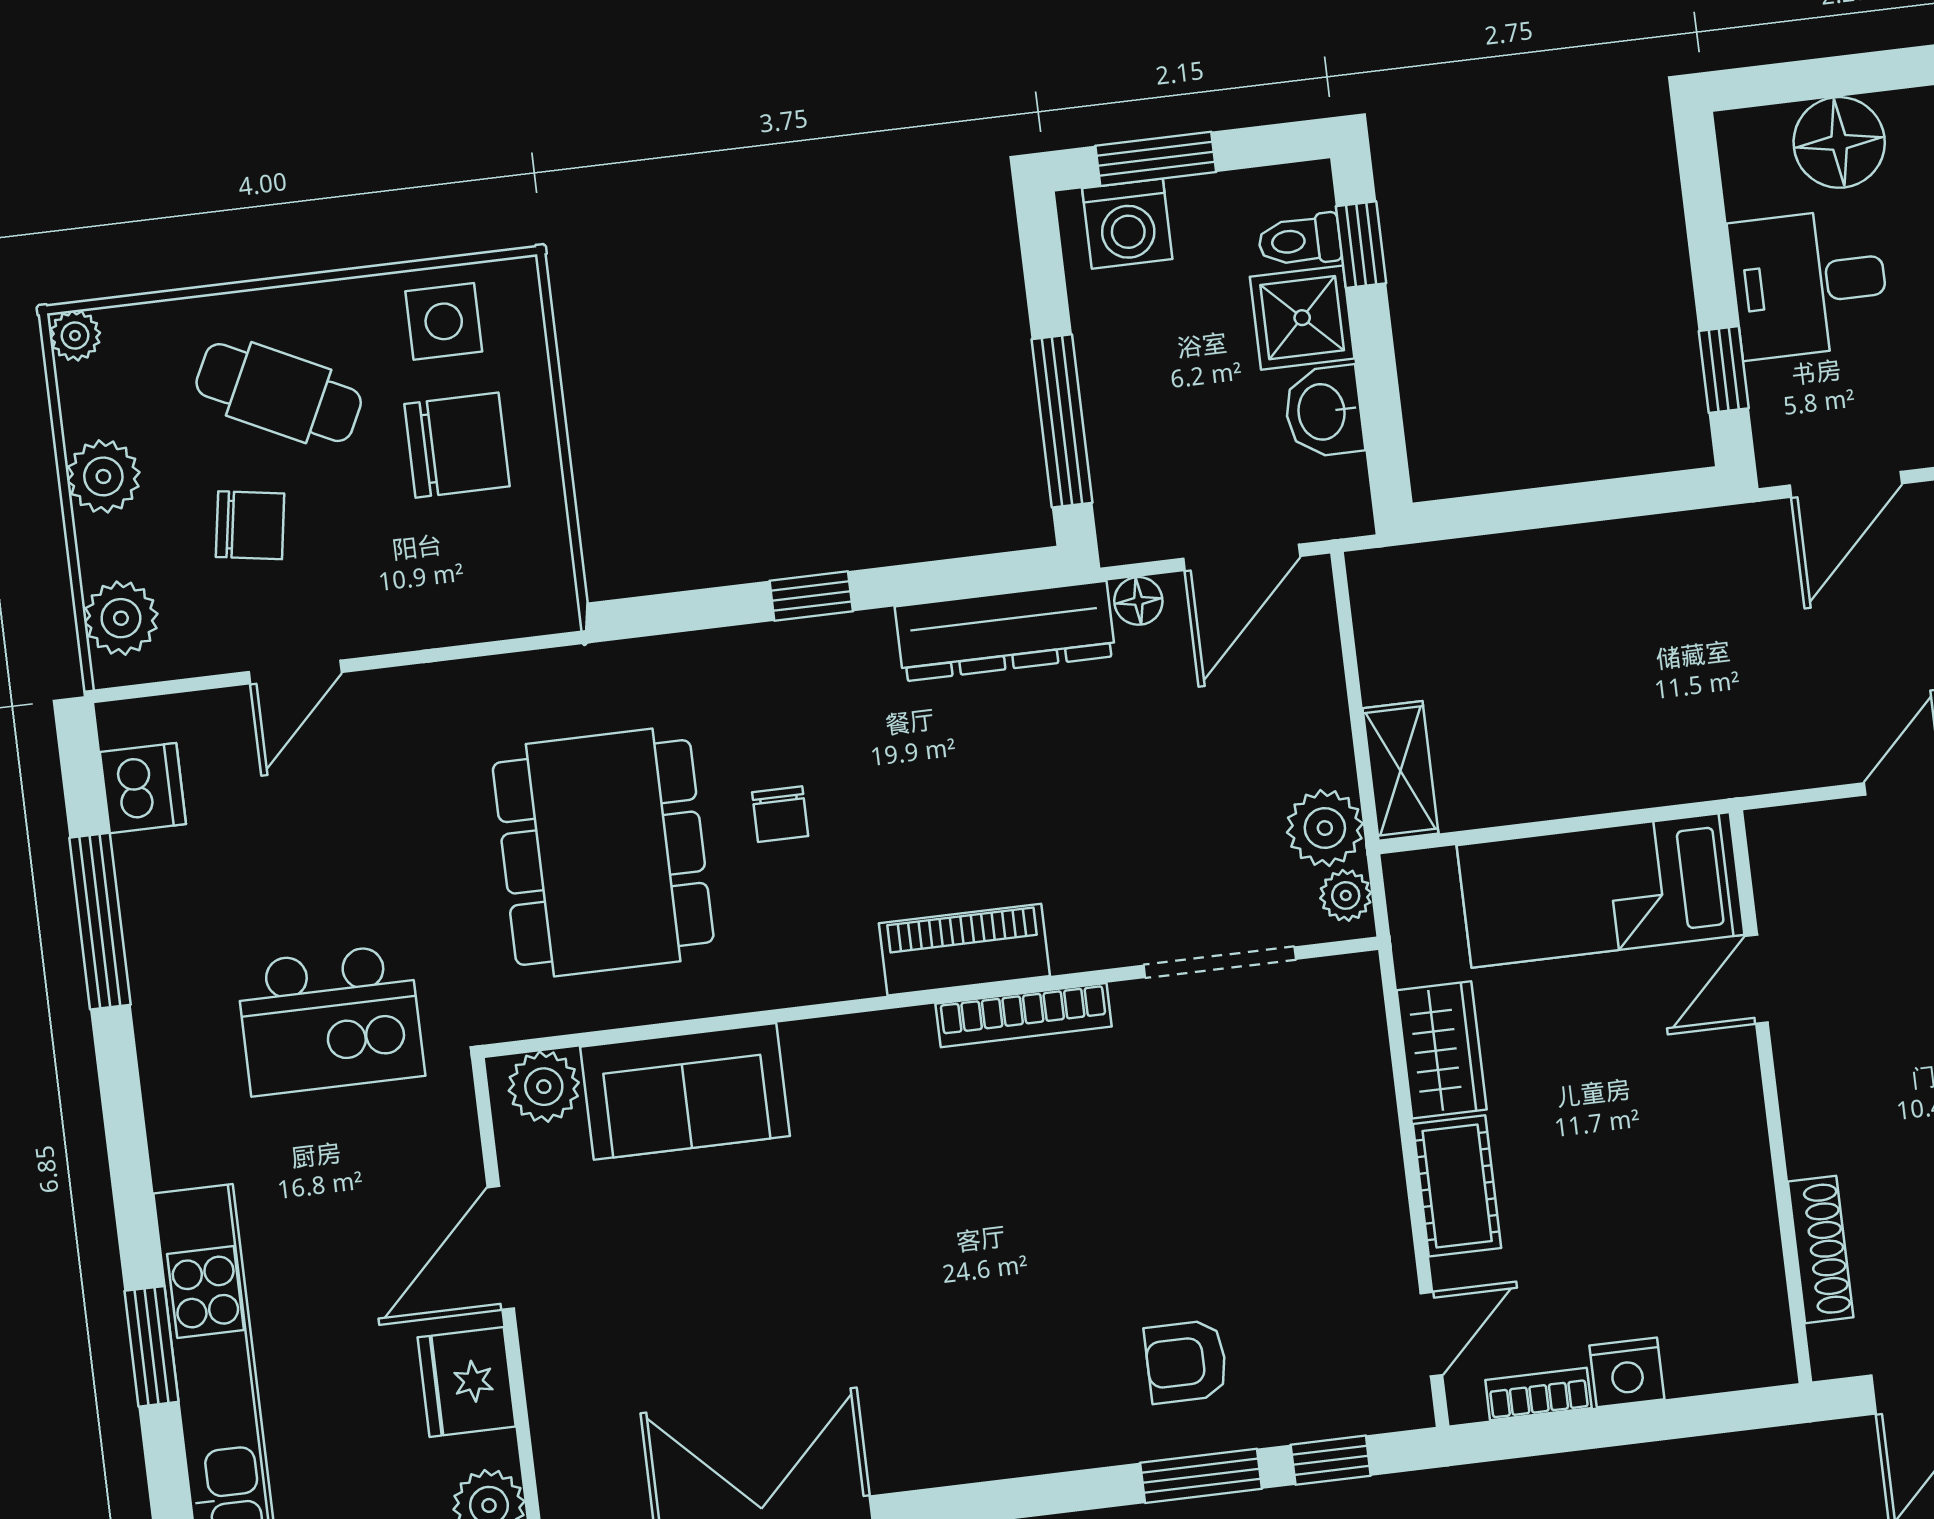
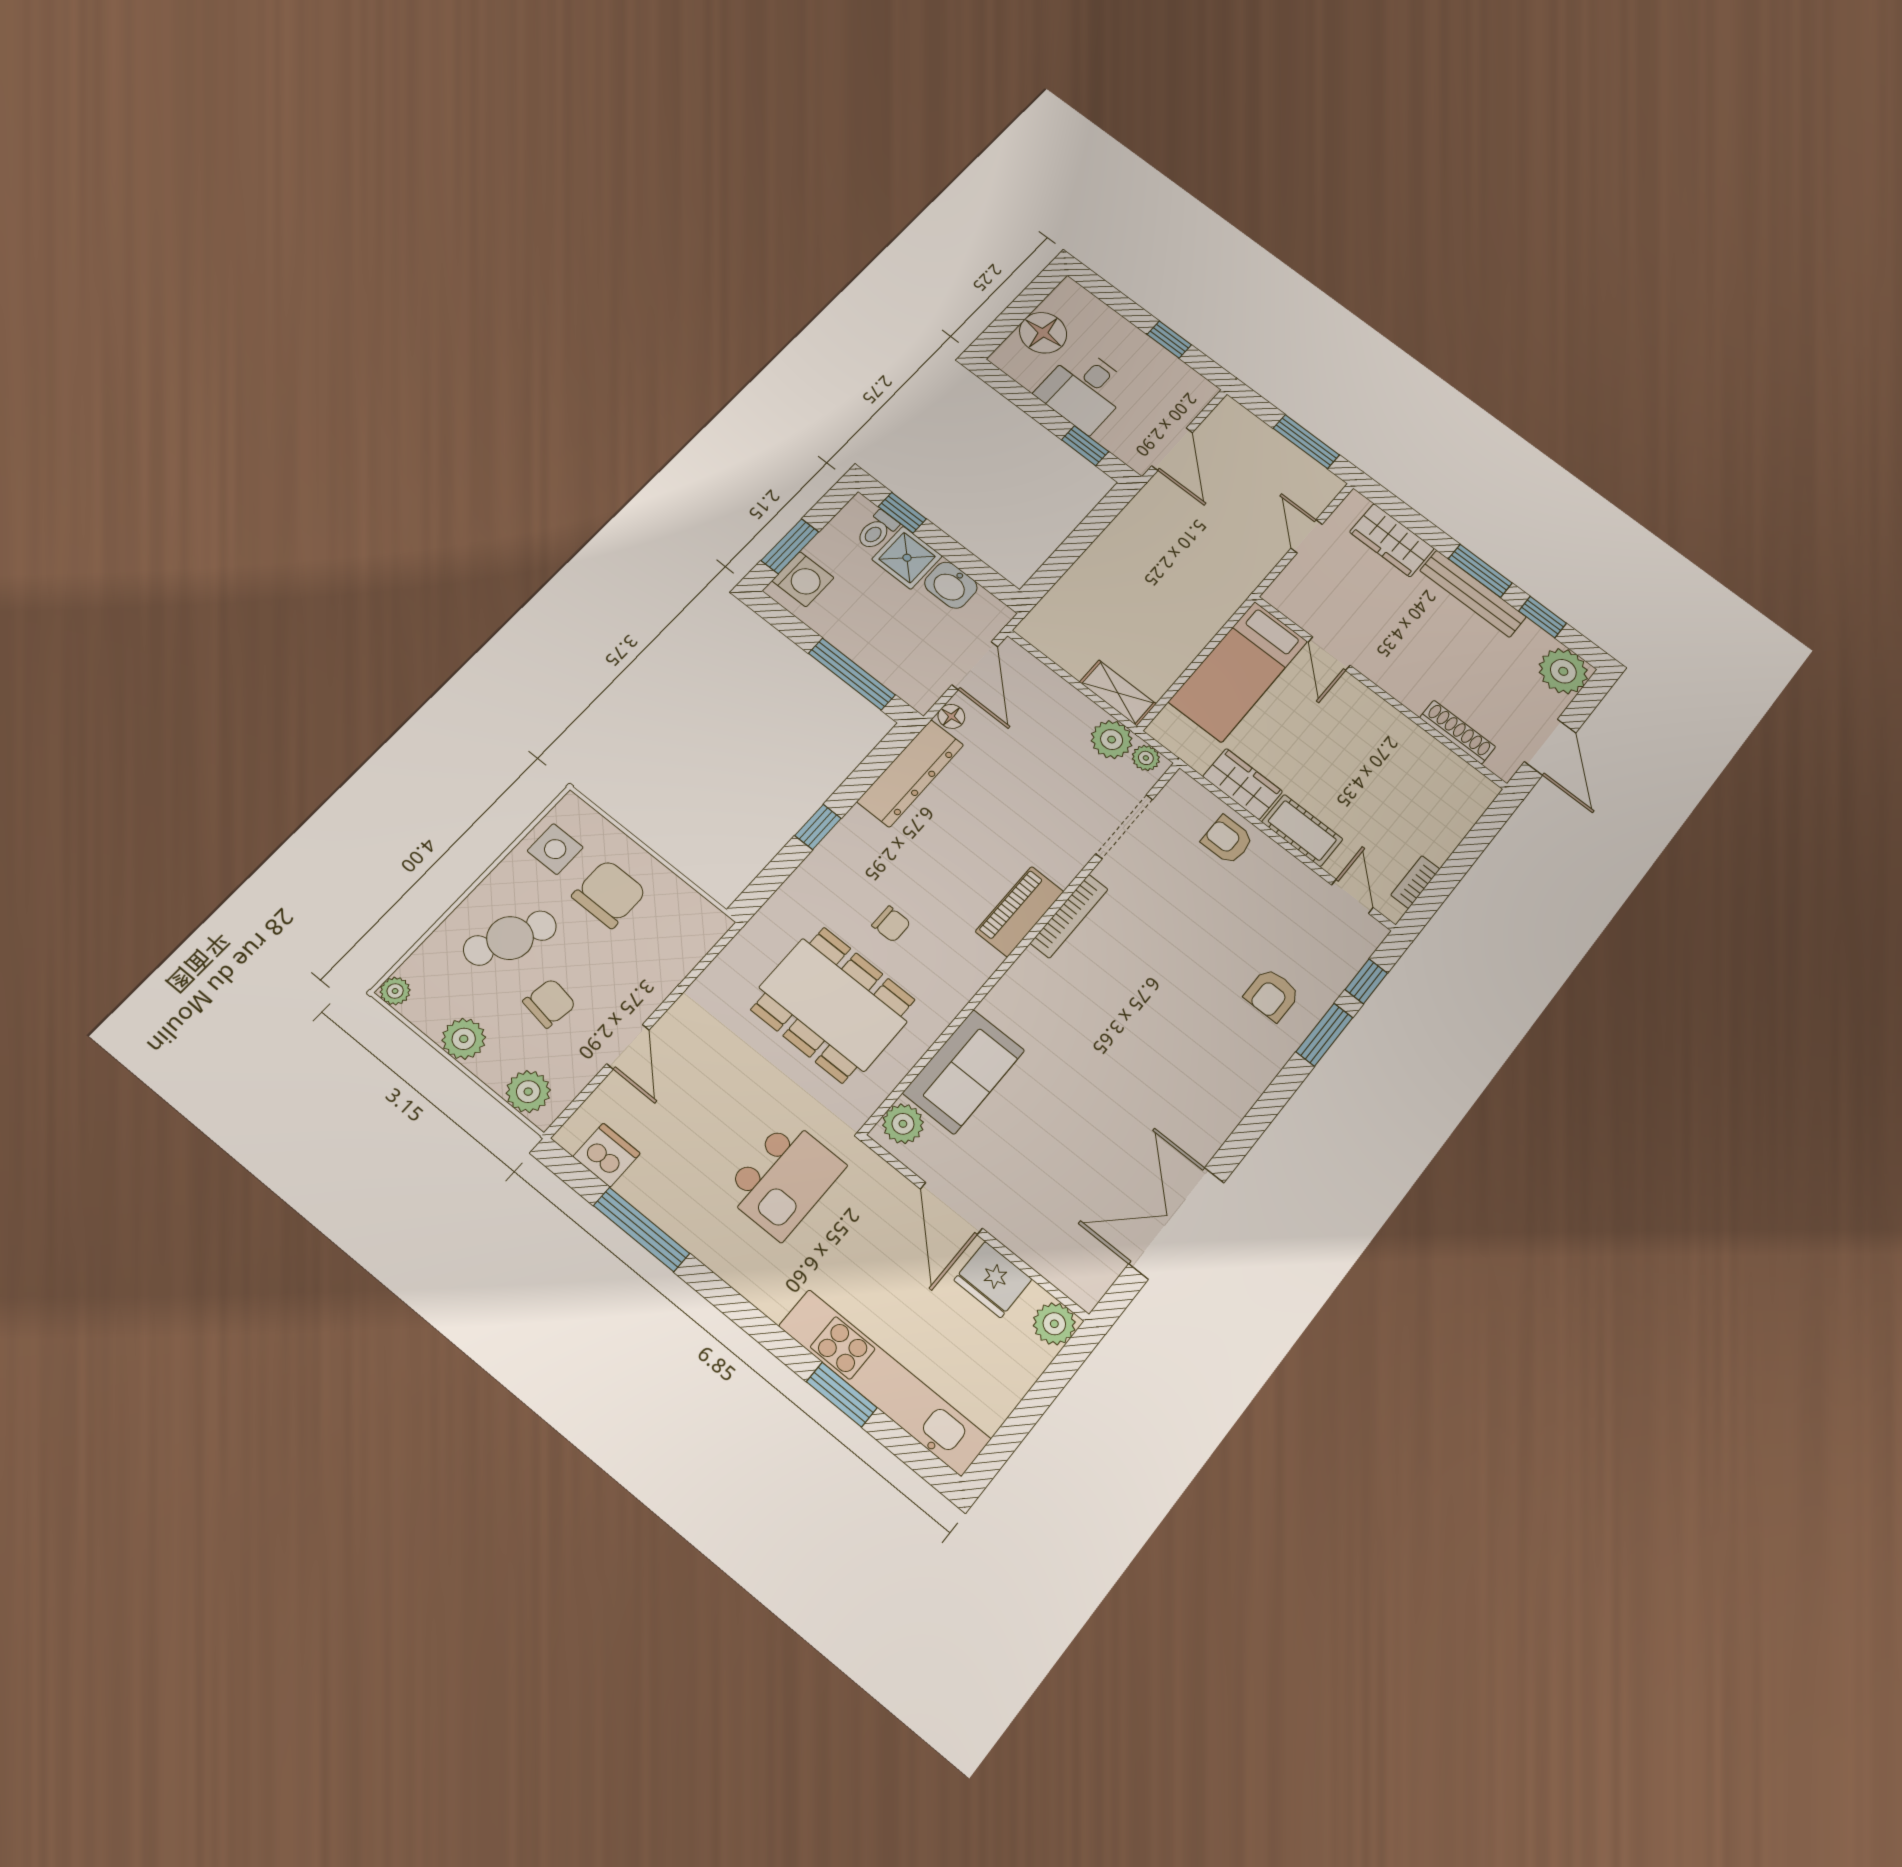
armchair: (1341, 1106) -> (1227, 840), added
nightstand: (1627, 1372) -> (1438, 843), removed

